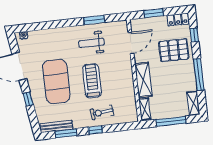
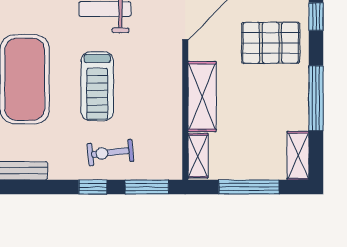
treadmill: (92, 81) -> (97, 86), turned 180
window: (66, 133) -> (147, 187), moved

